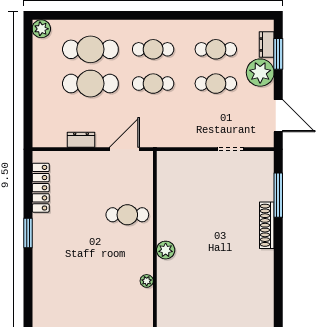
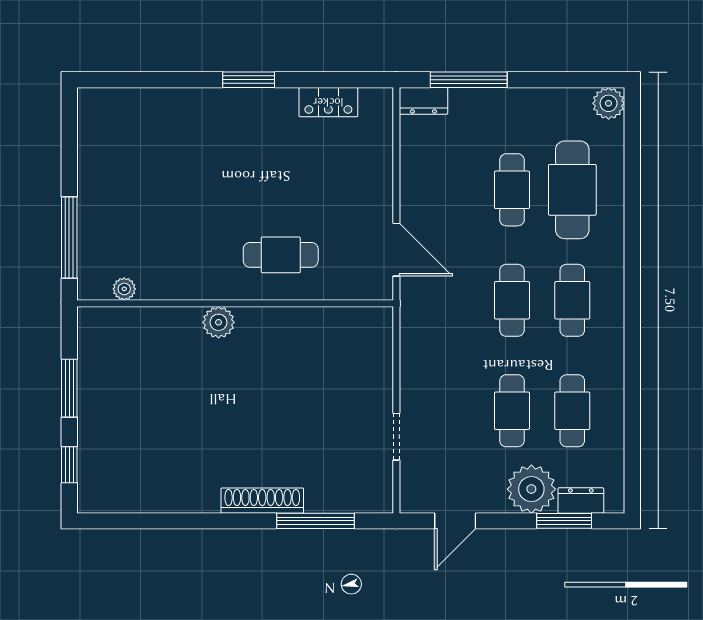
cafe table: (90, 84) -> (512, 190), width x0.73, depth x0.74
window: (28, 108) -> (469, 80), added
door: (278, 116) -> (455, 521), width x0.73
dresser: (81, 140) -> (423, 101), moved, turned 90
locker: (41, 188) -> (328, 102), width x0.66
cafe table: (127, 215) -> (281, 255), turned 90
plant: (147, 281) -> (124, 289), moved

